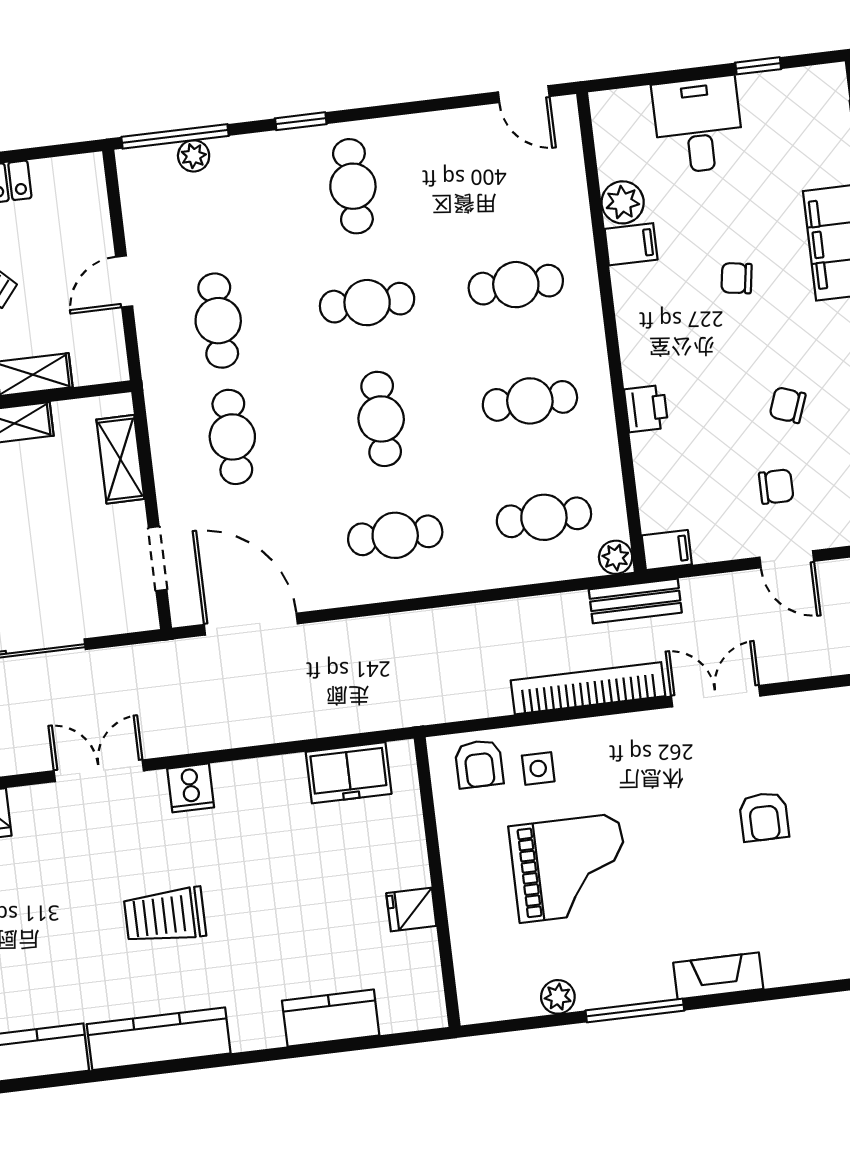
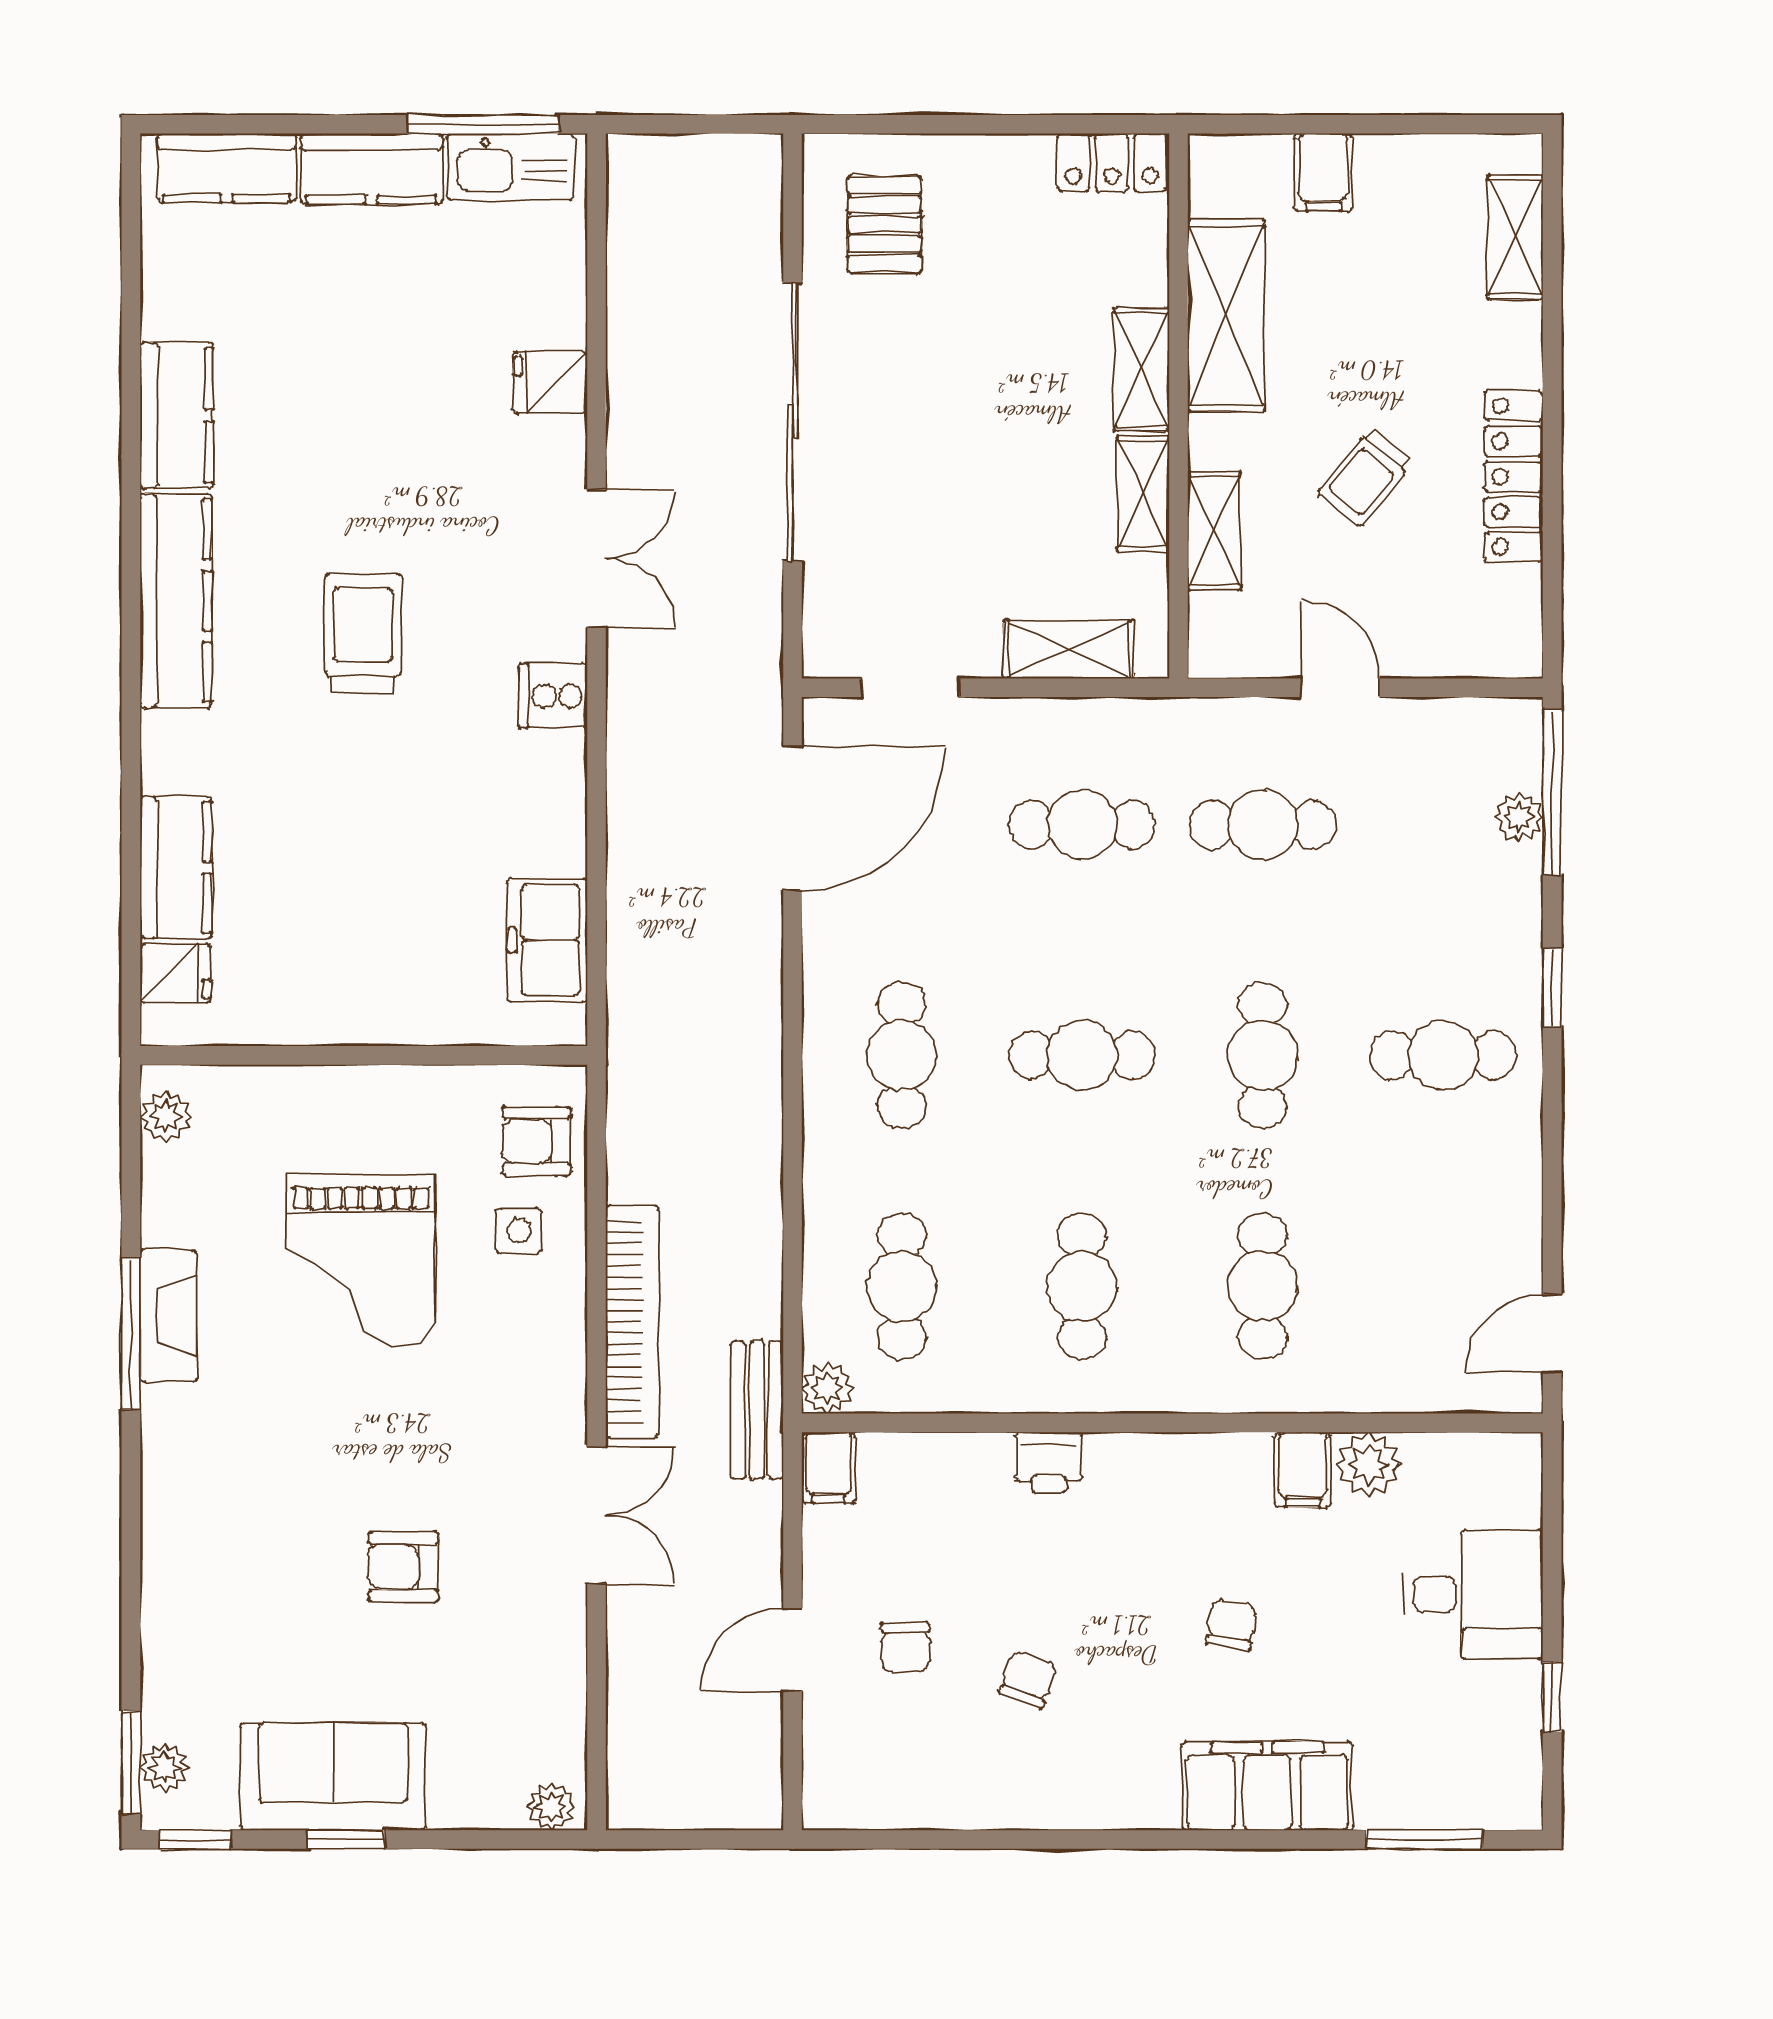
fridge: (411, 910) -> (175, 973), moved, turned 90
fireplace: (718, 976) -> (168, 1316), moved
plant: (558, 997) -> (166, 1116), moved

